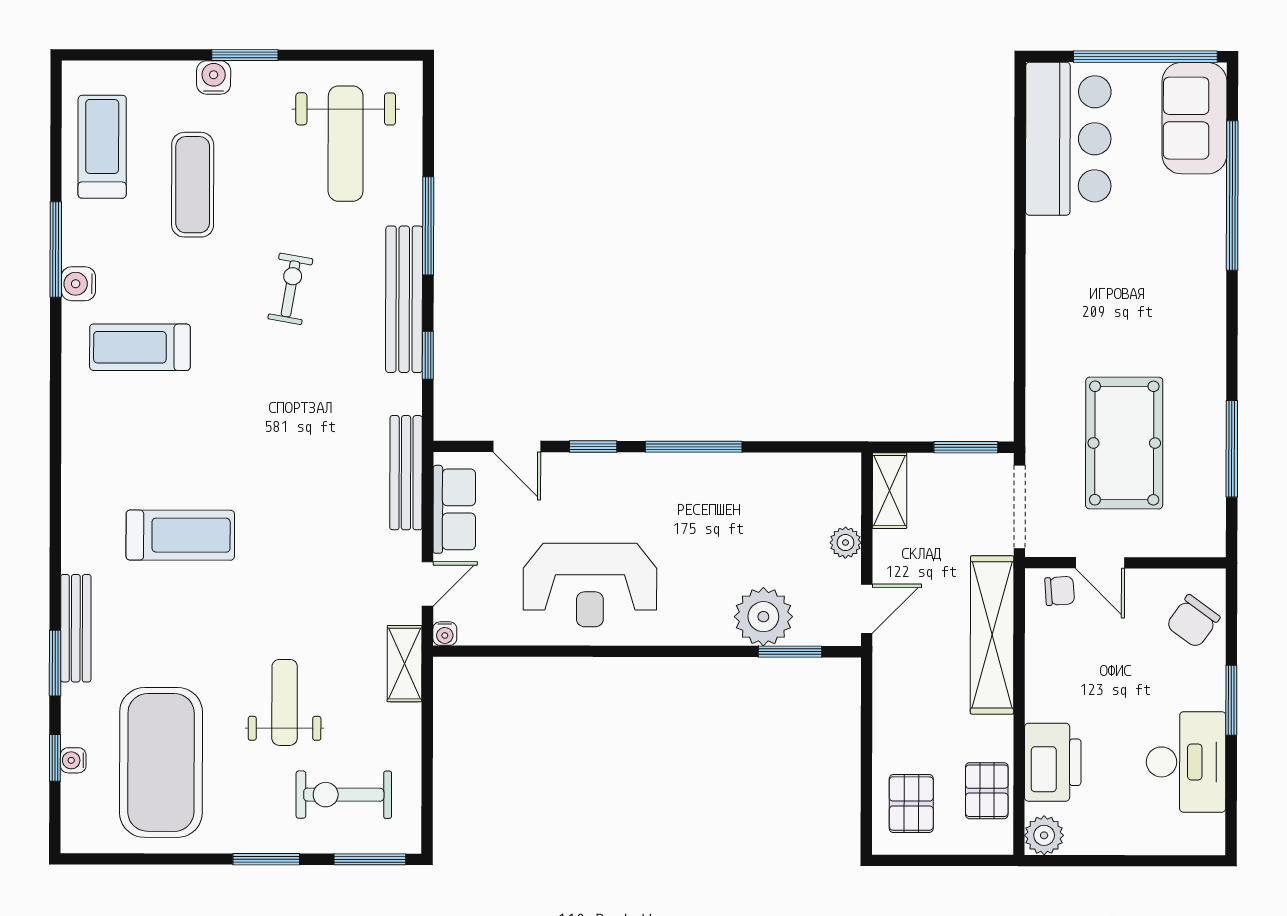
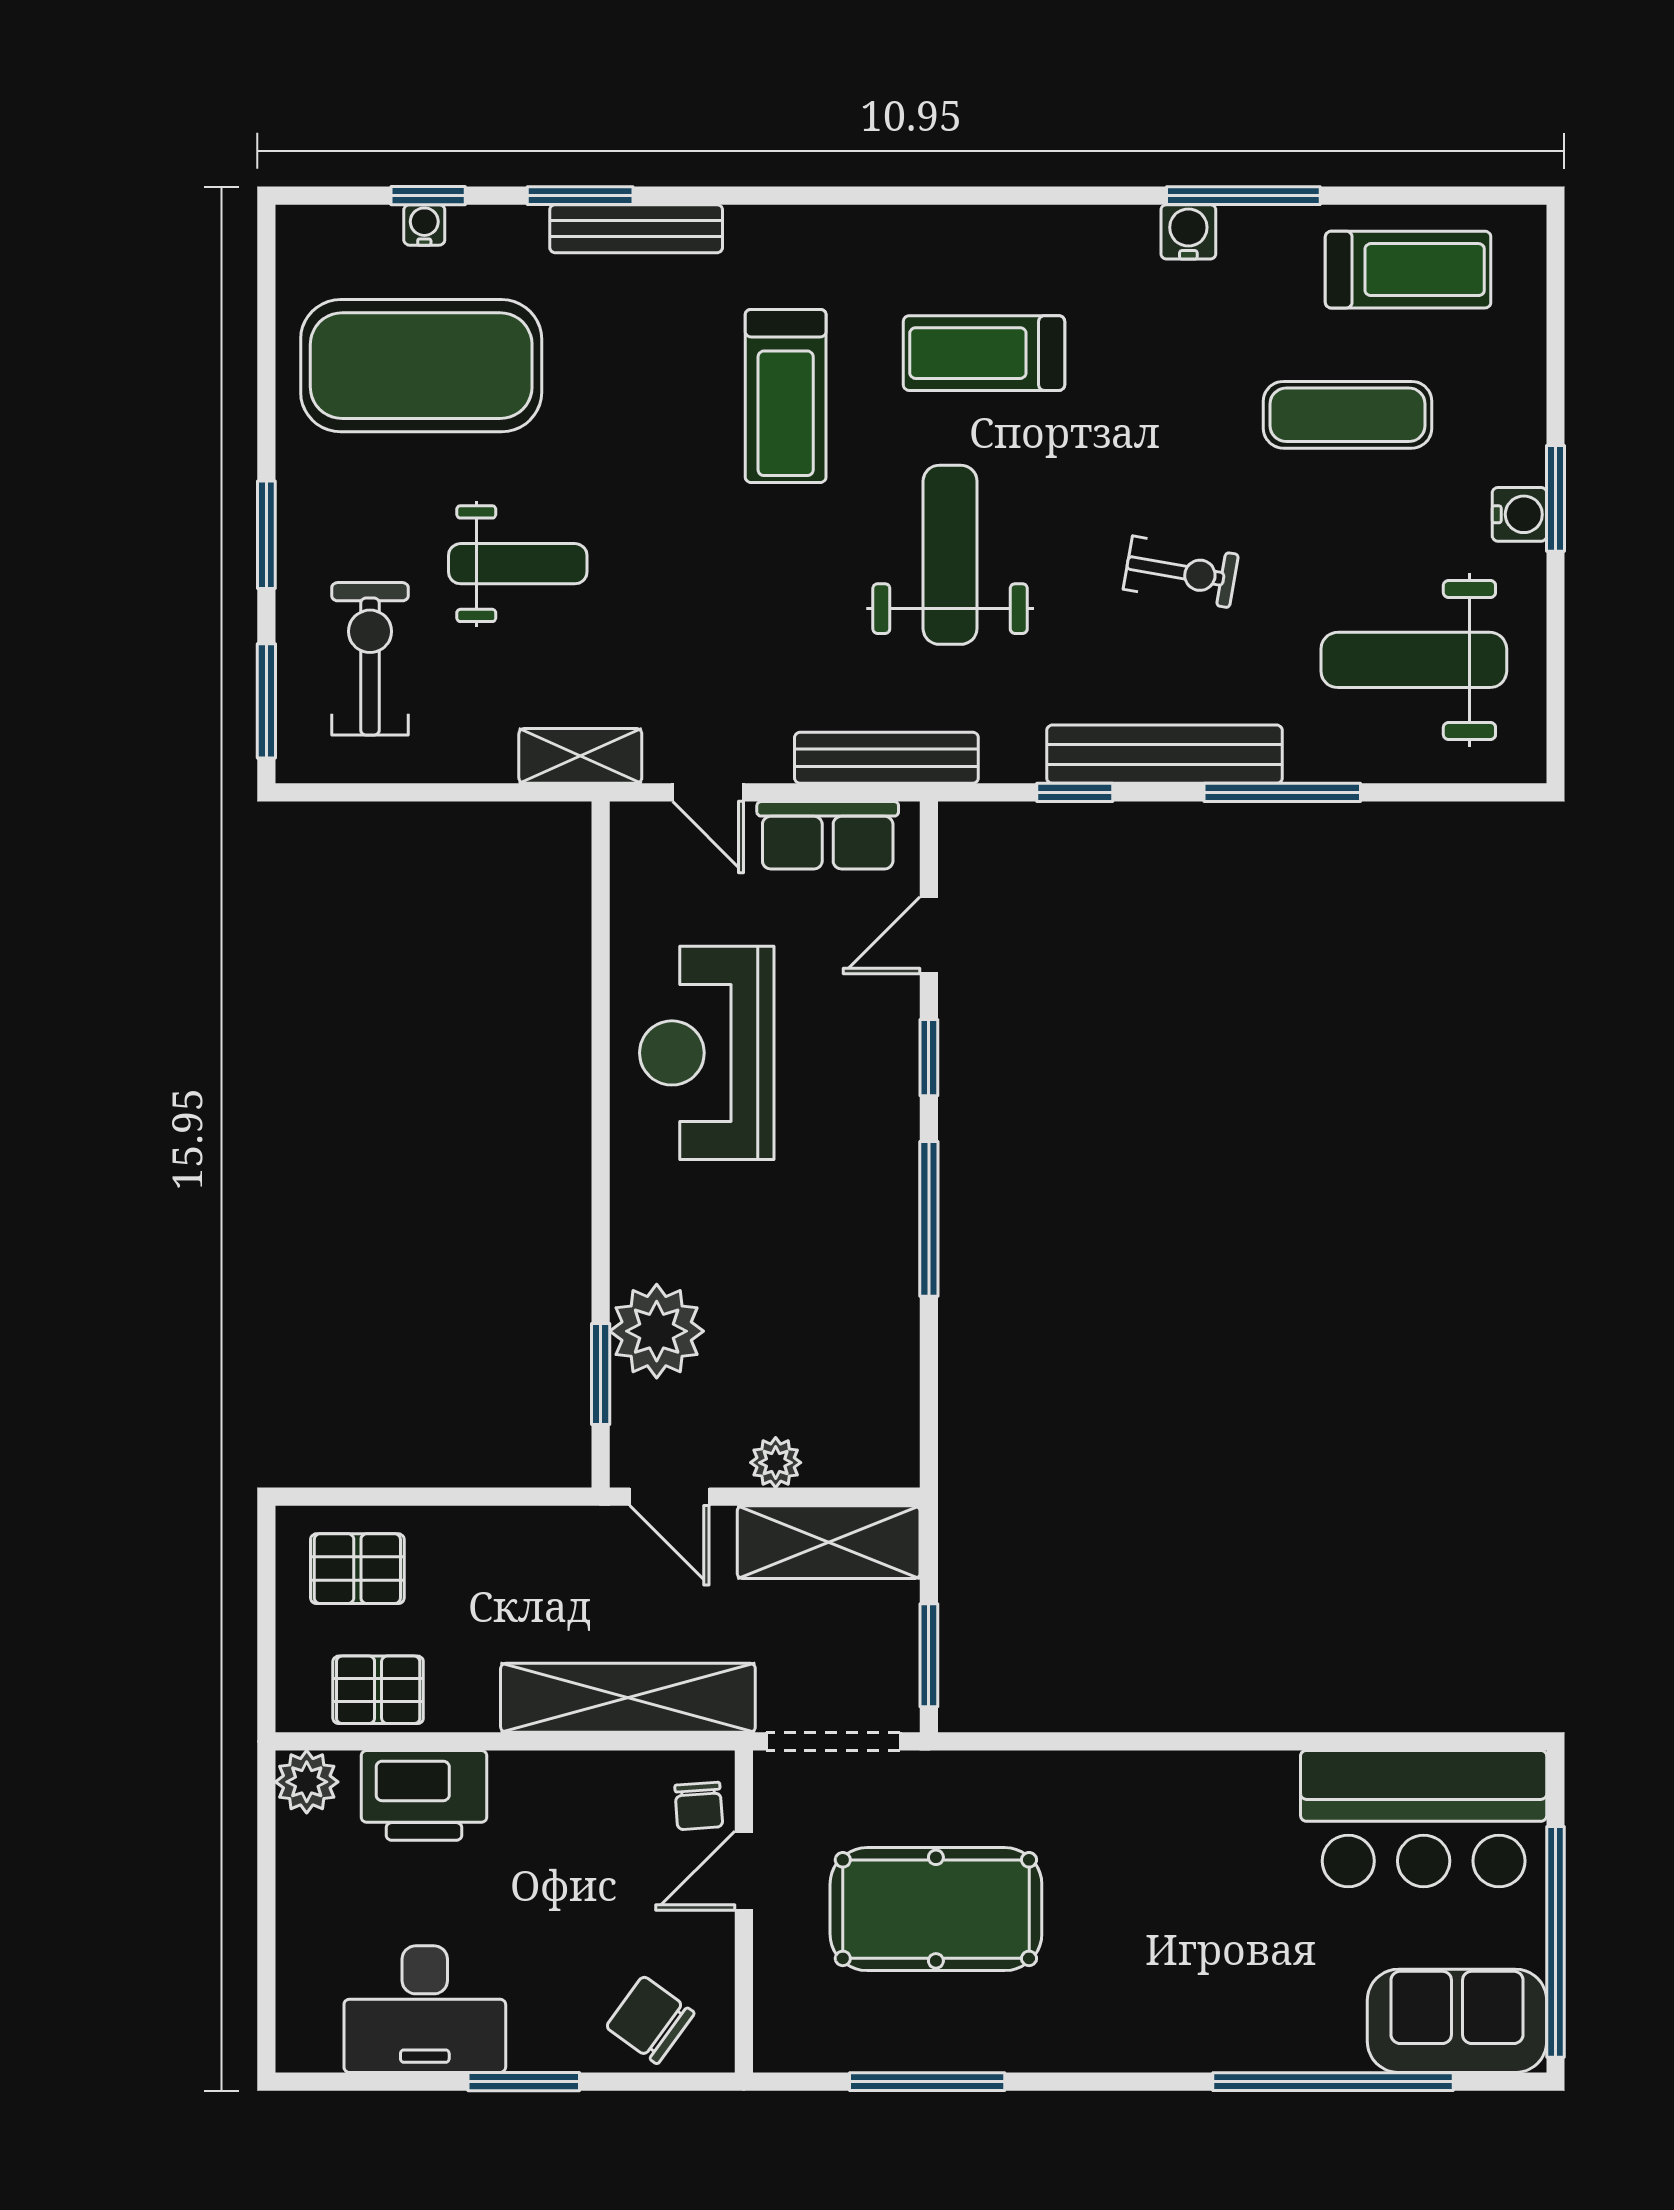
water cooler: (214, 77) -> (1519, 514), moved
treadmill: (140, 347) -> (984, 353), moved, turned -90
weight bench: (280, 433) -> (950, 555), added
shelving: (890, 491) -> (829, 1542), width x1.50, depth x1.33
water cooler: (445, 634) -> (629, 820), removed

